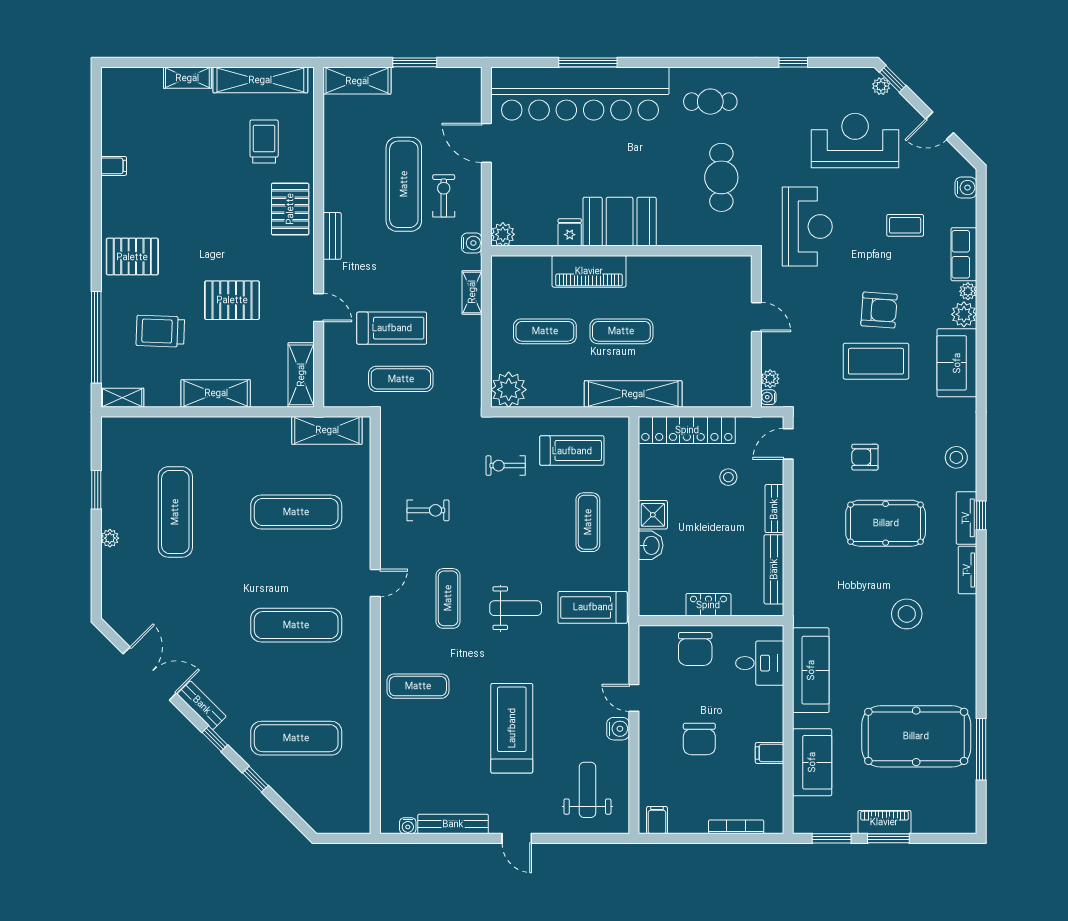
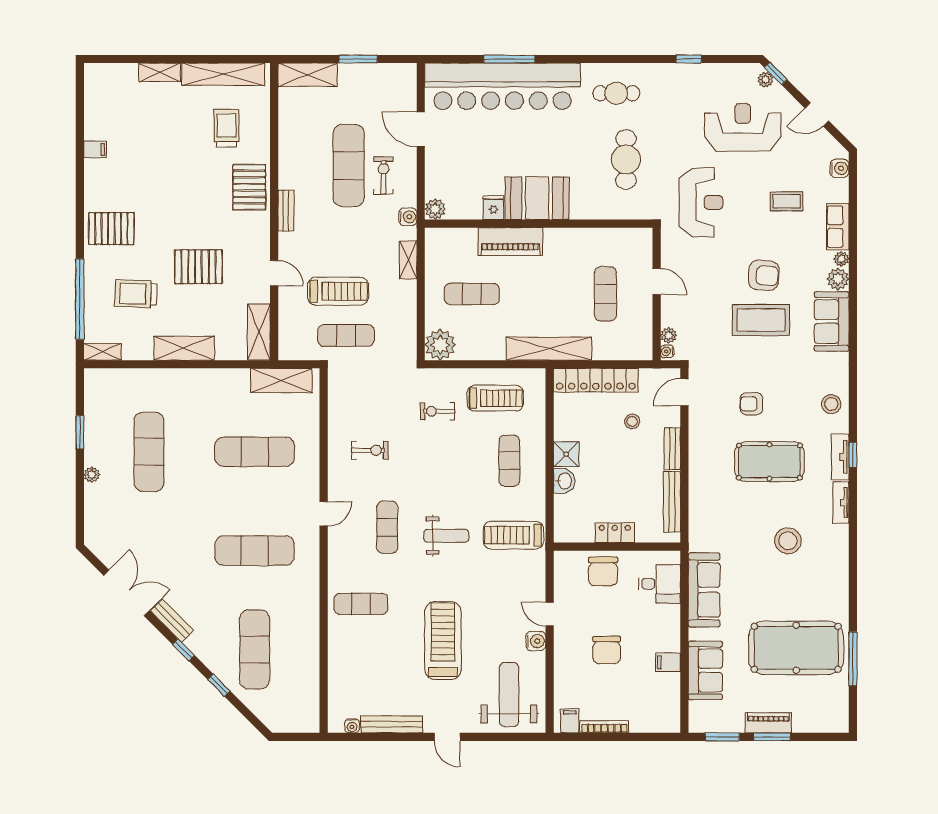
exercise mat: (621, 331) -> (606, 294), moved, turned 90
exercise mat: (296, 738) -> (255, 649), turned 90
weight bench: (587, 790) -> (509, 695), width x1.36, depth x1.33
bookcase: (736, 827) -> (604, 727), moved

